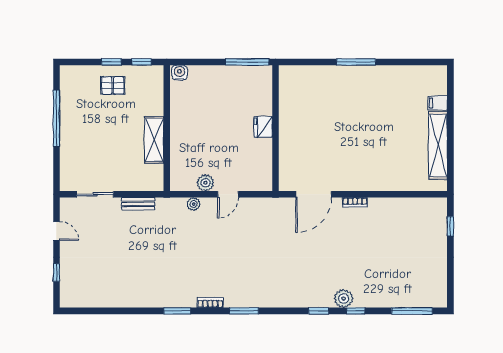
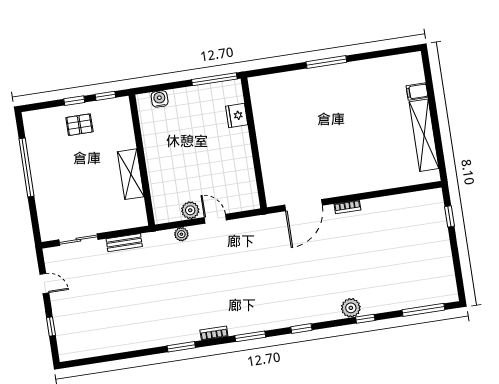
water cooler: (180, 73) -> (160, 99), moved
fridge: (263, 127) -> (237, 116), moved
door: (228, 194) -> (215, 219), swing flipped
window: (319, 311) -> (301, 328), moved

